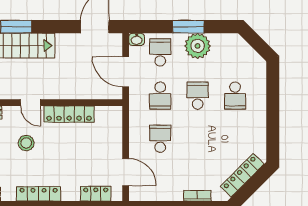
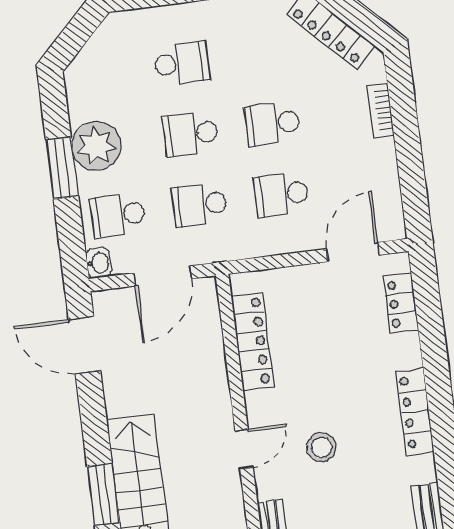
school desk: (160, 96) -> (200, 205), turned 180
locker: (69, 114) -> (252, 341), moved
school desk: (198, 139) -> (272, 124), added

